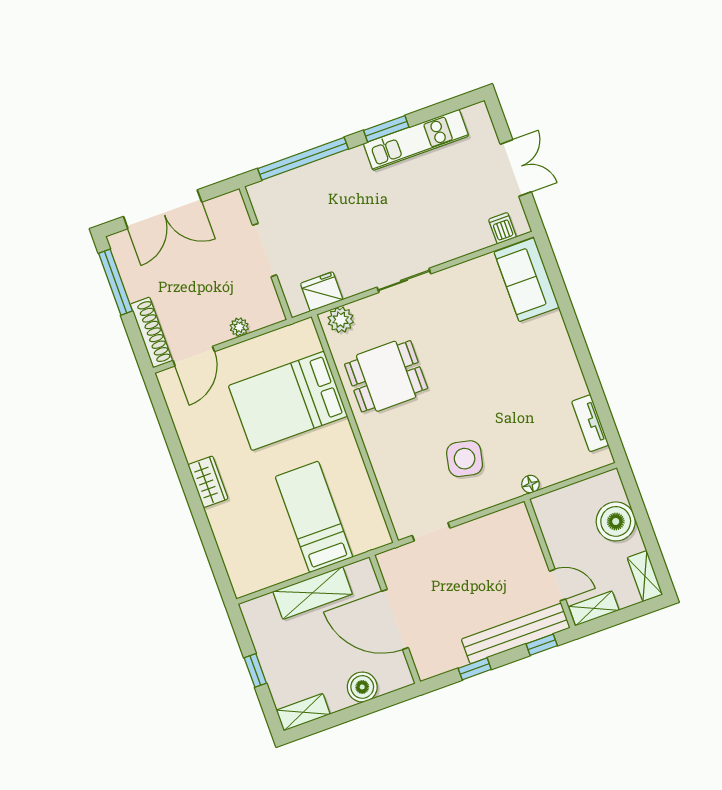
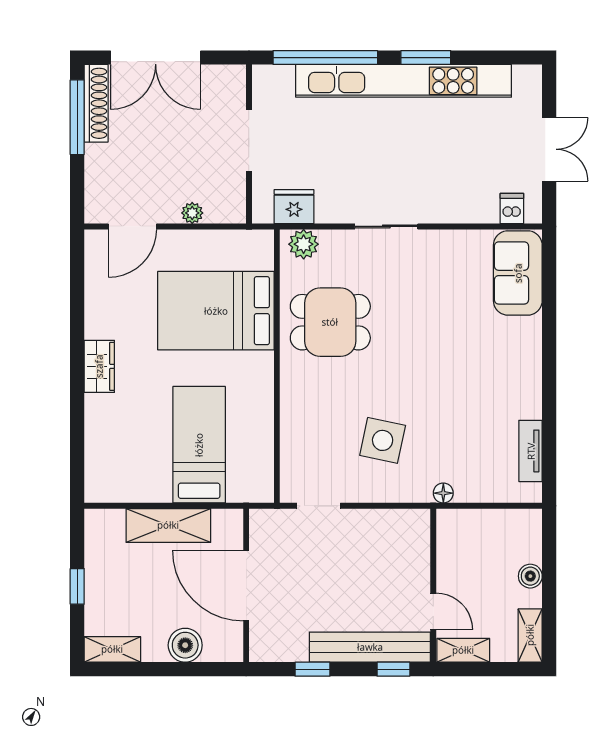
kitchen unit: (416, 140) -> (404, 81), width x1.86
shoe rack: (151, 332) -> (96, 103), moved
boiler: (616, 521) -> (530, 576), width x0.54, depth x0.54

